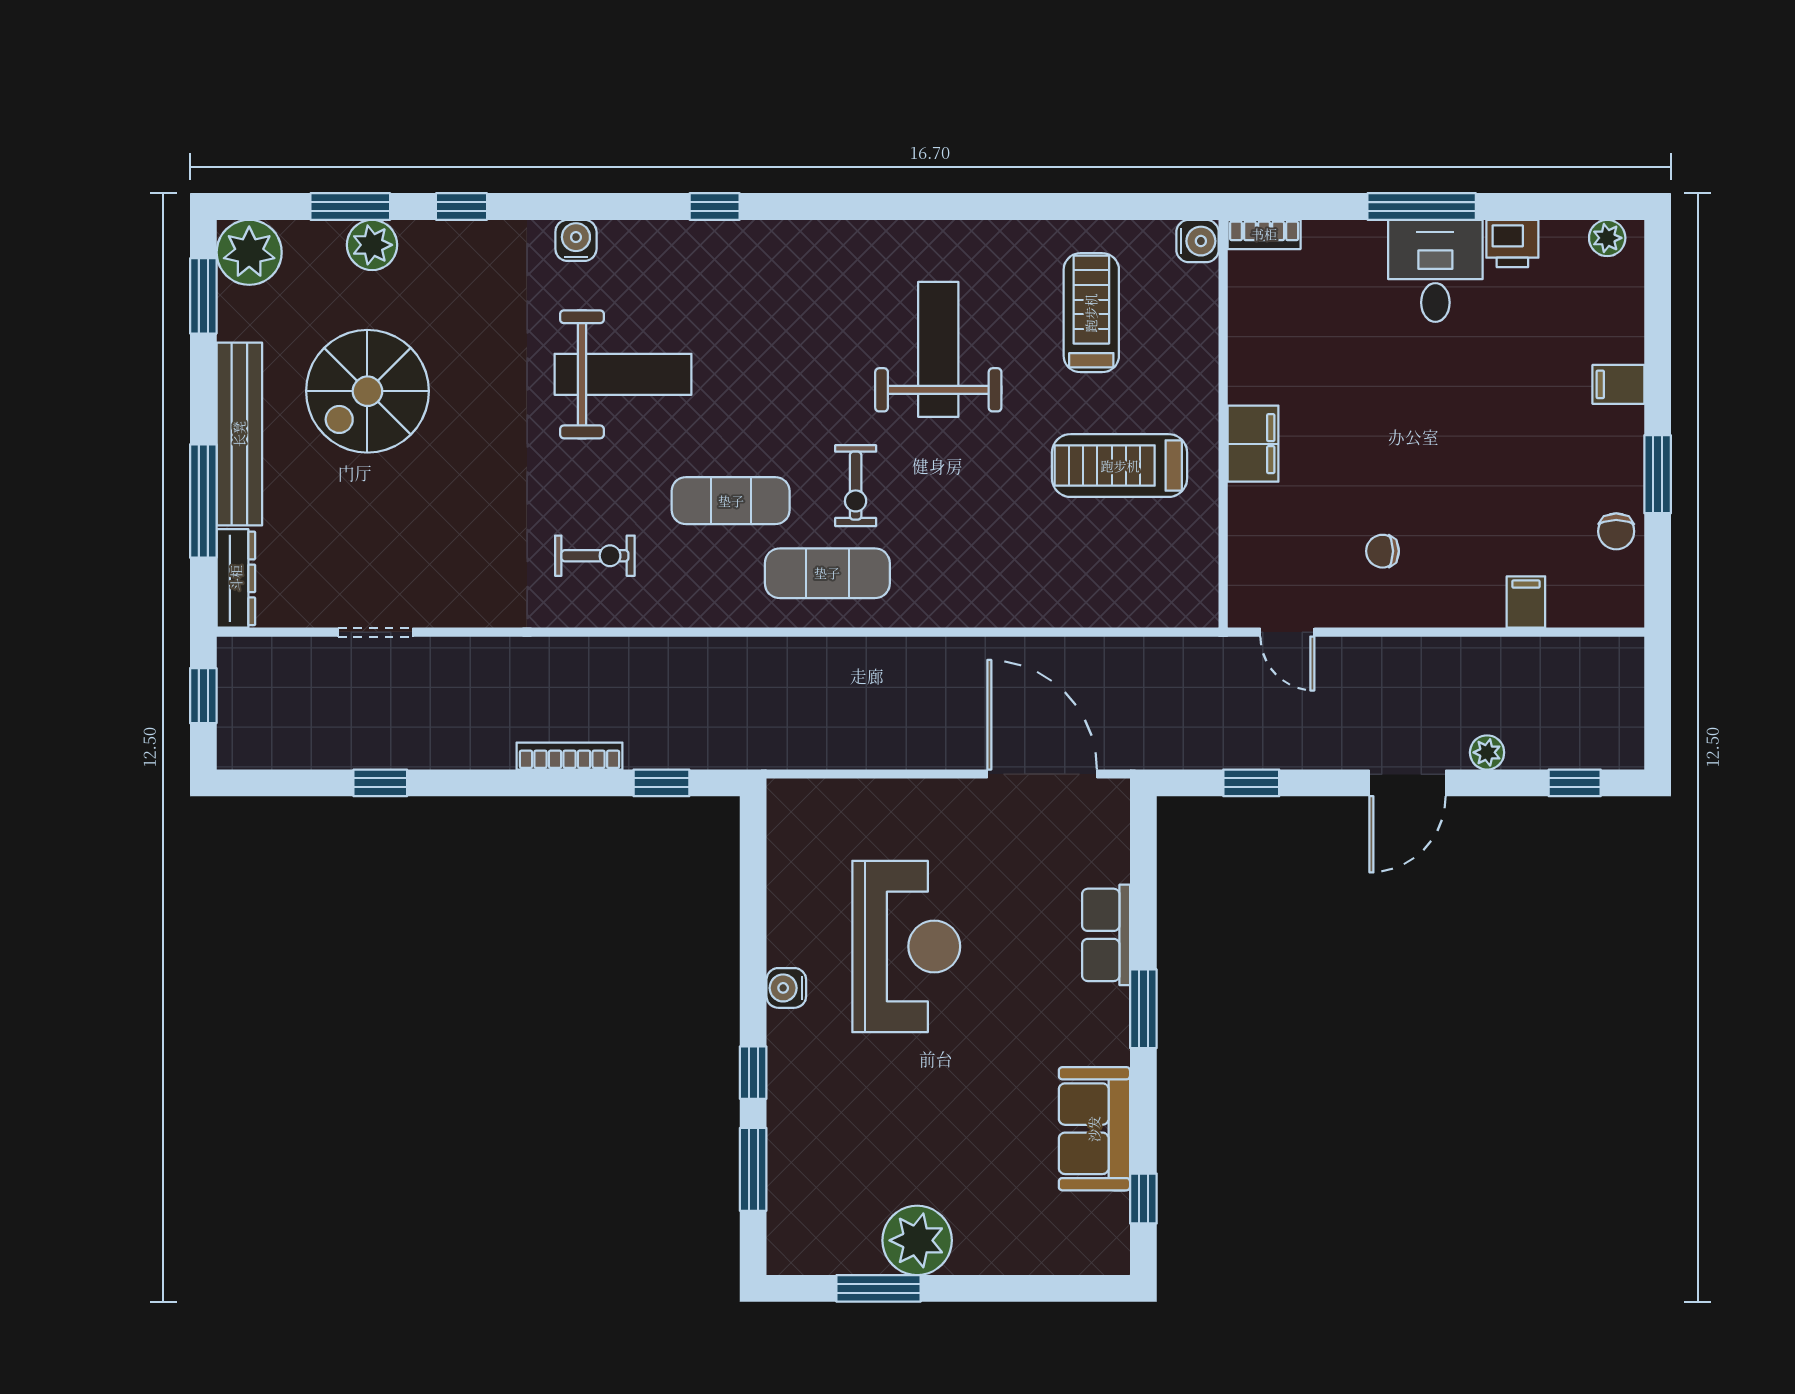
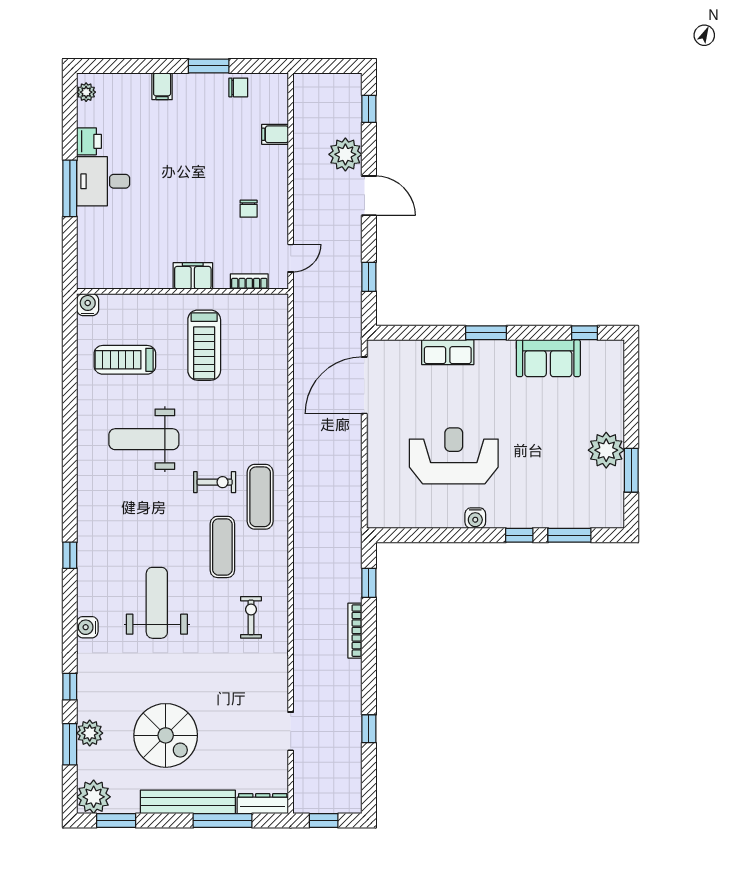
bookcase: (1264, 234) -> (249, 282), moved, turned -90
plant: (1487, 752) -> (345, 154), width x1.88, depth x1.88

